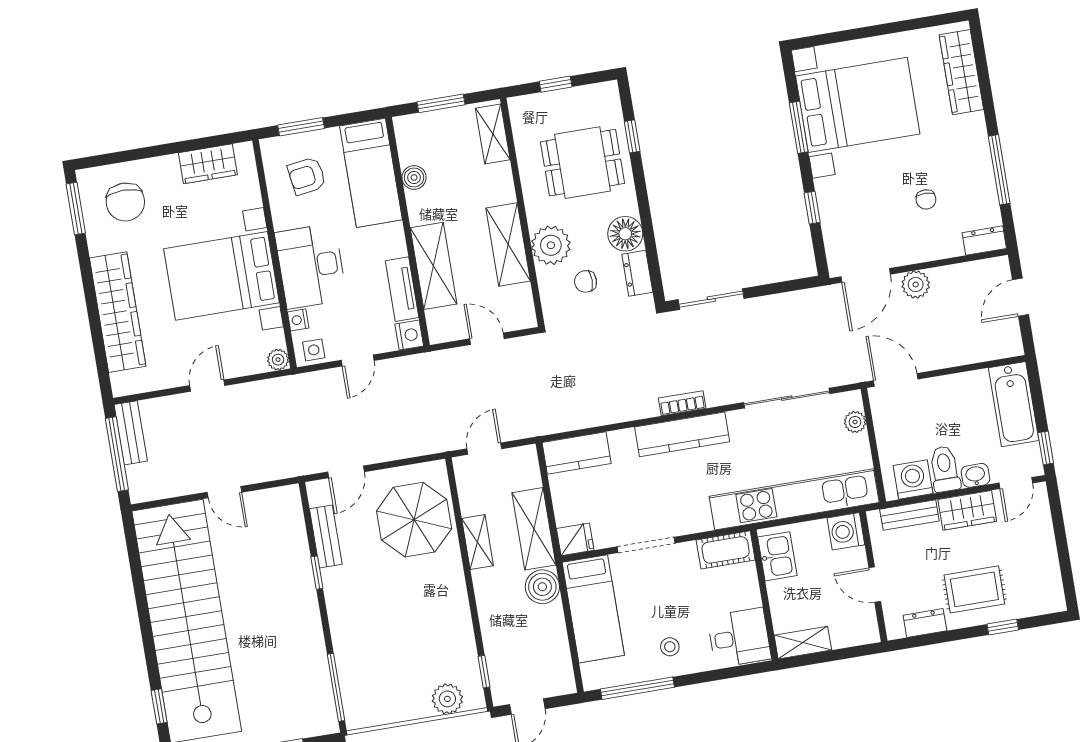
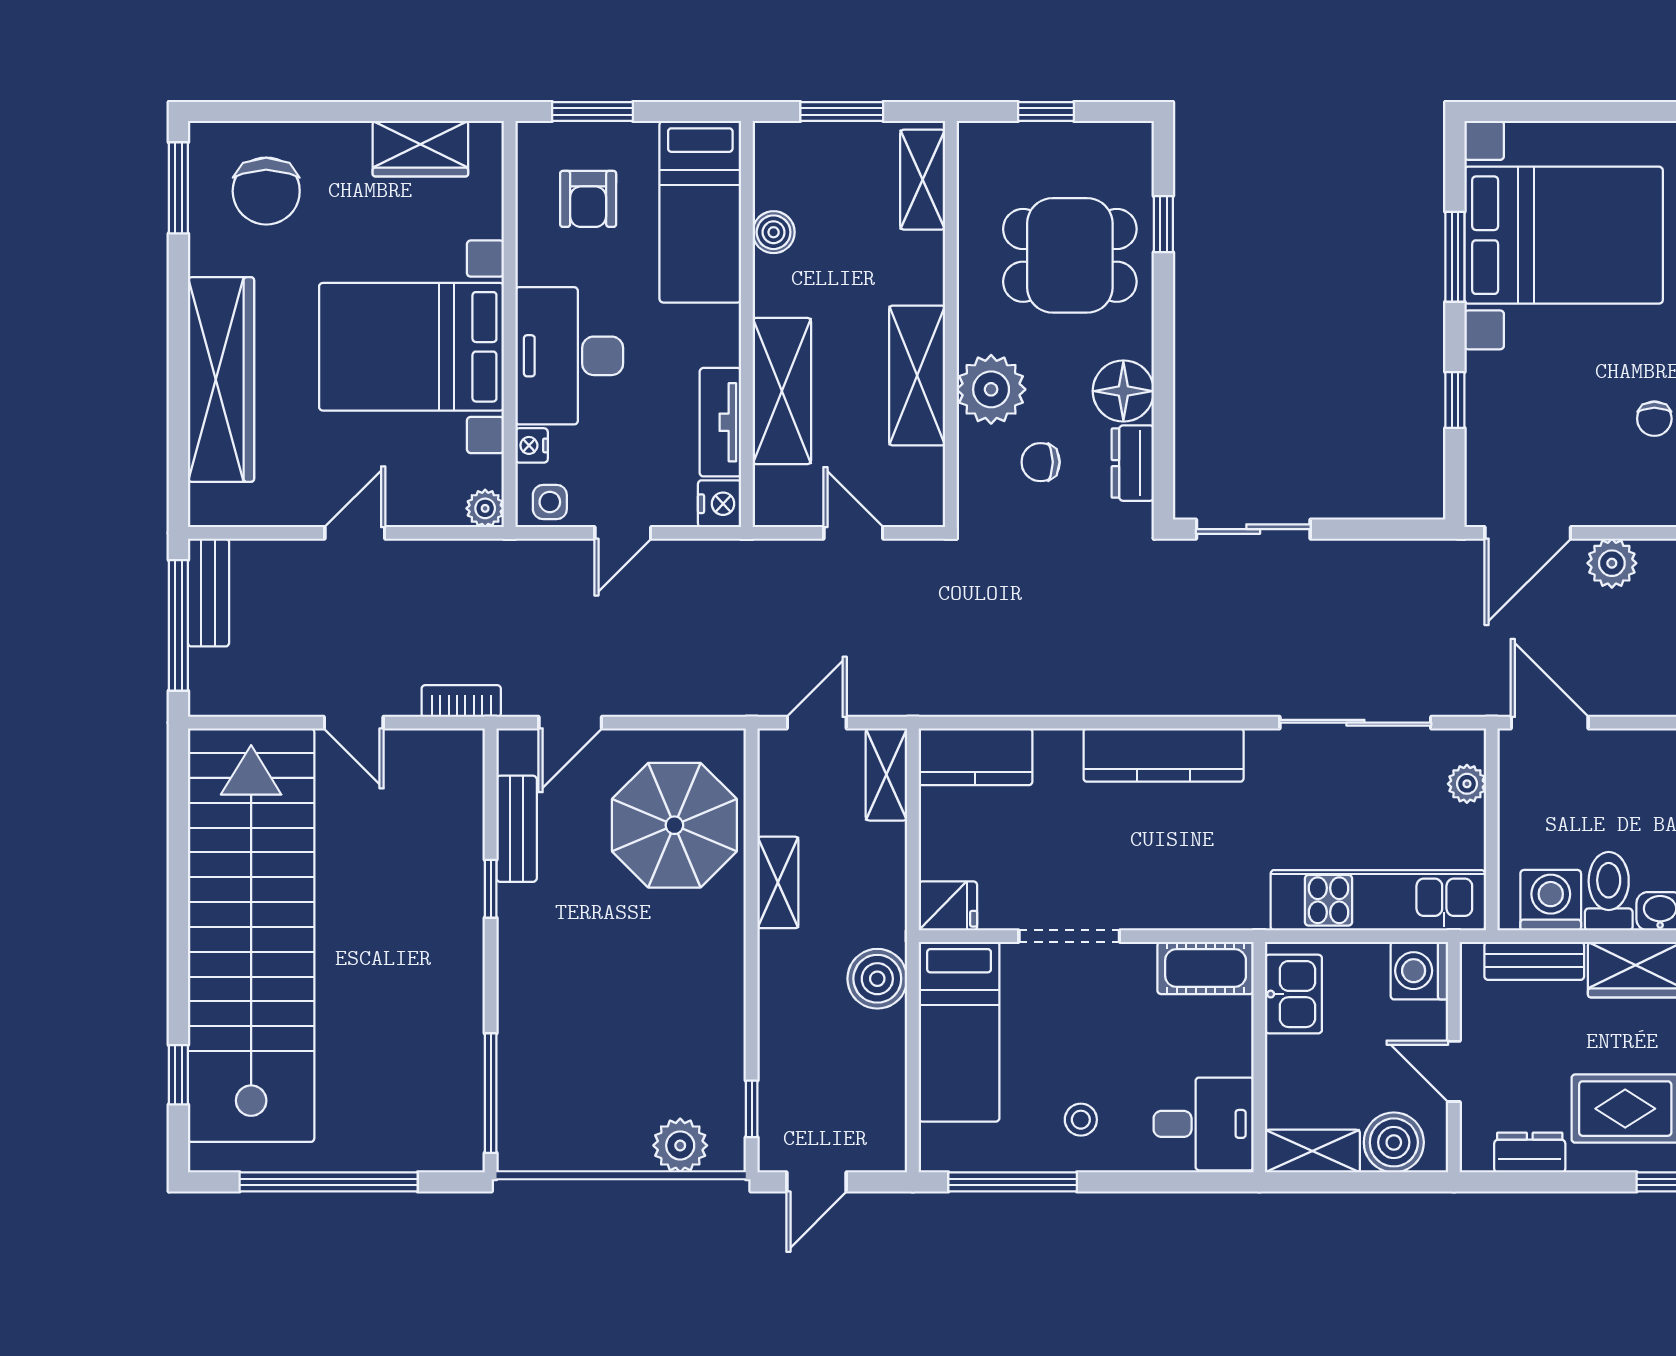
armchair: (307, 176) -> (588, 199), turned -82
bookcase: (682, 403) -> (461, 701), moved
kitchen unit: (794, 499) -> (1378, 900), width x0.73
shelving: (534, 529) -> (886, 774), moved, width x0.67, depth x0.75
boiler: (848, 630) -> (1394, 1142), added

